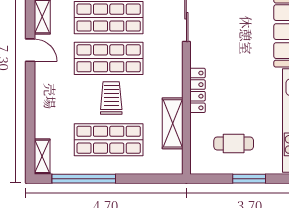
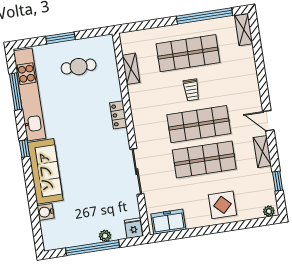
locker: (197, 90) -> (118, 115), width x0.66
trolley: (111, 98) -> (191, 90), width x0.73, depth x0.72
shelving: (173, 123) -> (131, 69), width x0.67, depth x0.75

